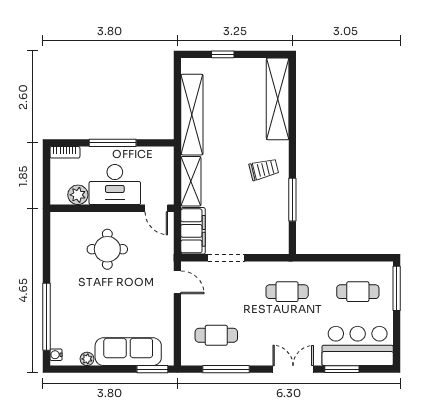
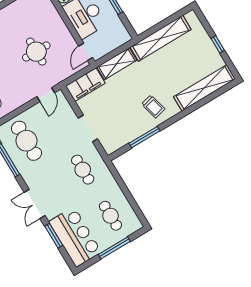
window: (223, 54) -> (218, 44), moved
round table: (107, 249) -> (36, 52), moved
doorway: (226, 258) -> (88, 129), moved
window: (397, 288) -> (114, 248), moved
cafe table: (216, 335) -> (26, 141), width x1.37, depth x1.35
double door: (293, 369) -> (35, 204), swing flipped

